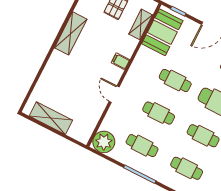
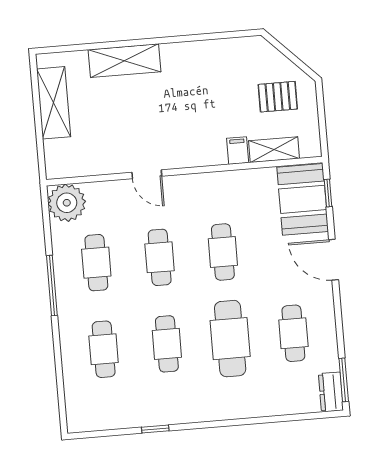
booth: (162, 32) -> (303, 199), moved, turned 90
shelving: (71, 33) -> (124, 61), moved
filing cabinet: (120, 61) -> (238, 151), moved
door: (114, 94) -> (147, 174), swing flipped

